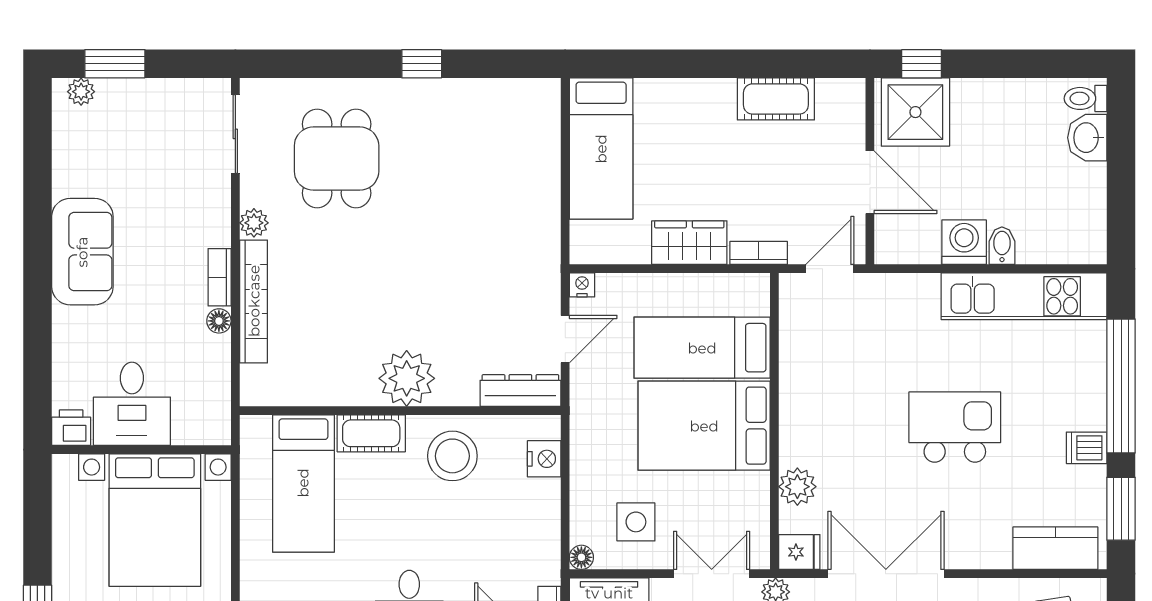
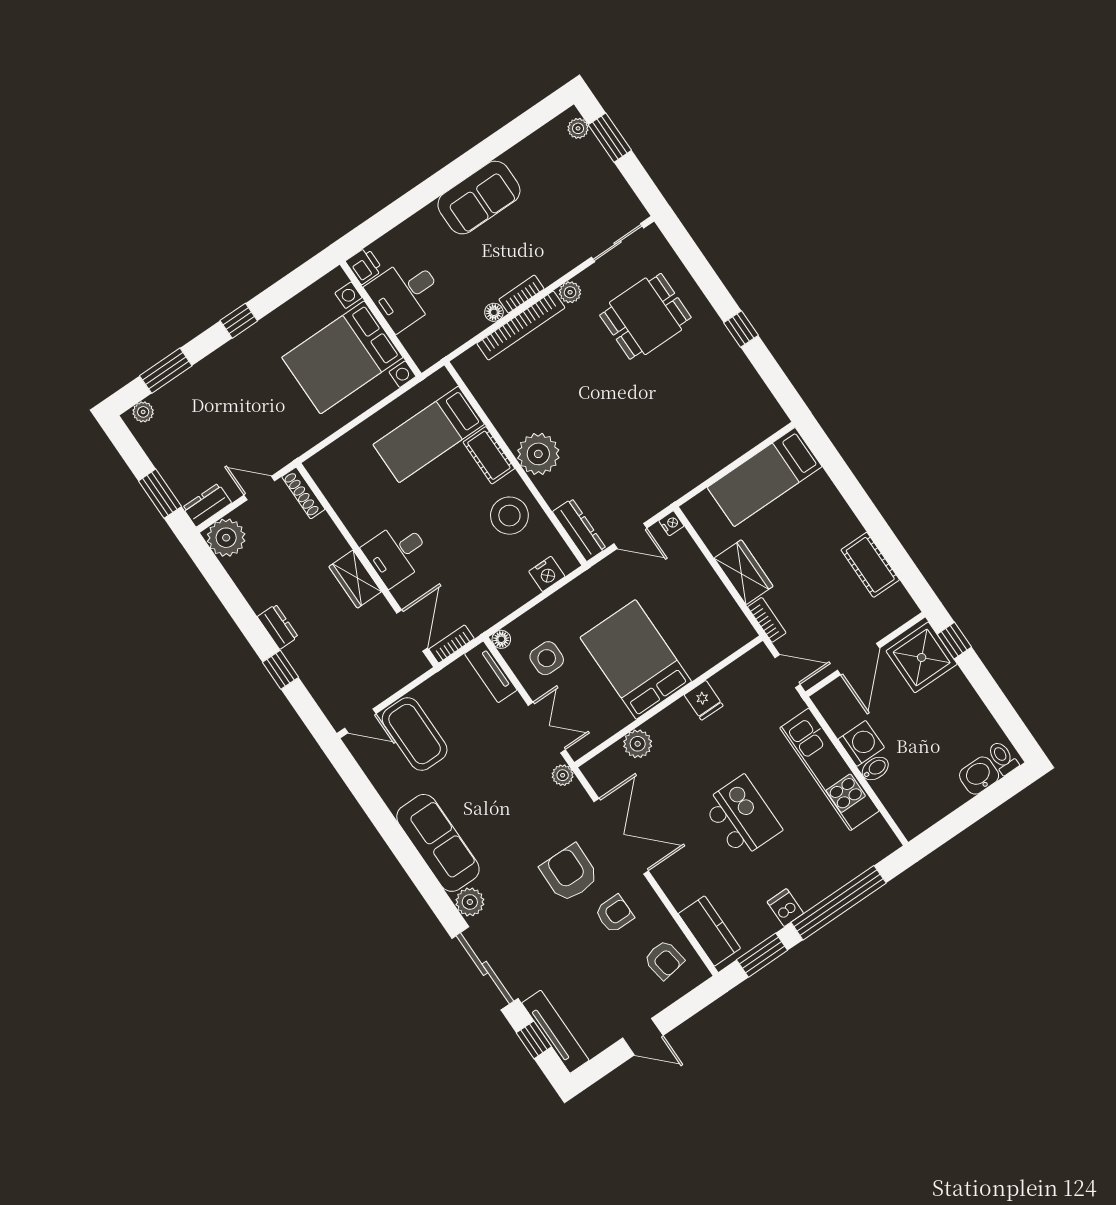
kitchen unit: (1024, 296) -> (829, 769), moved
bed: (702, 348) -> (684, 625), removed
fridge: (799, 552) -> (704, 700), moved

